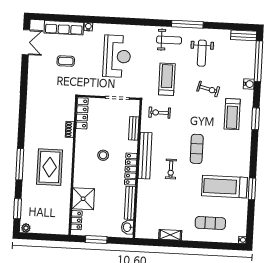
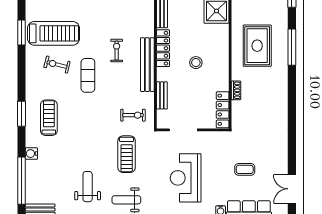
exercise bike: (208, 89) -> (57, 65), moved

